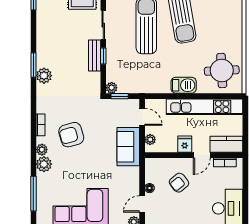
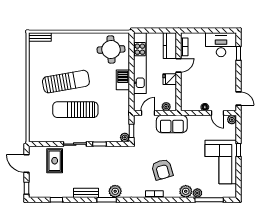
bench: (95, 55) -> (86, 193), moved
plant: (42, 150) -> (197, 193), moved
door: (202, 155) -> (179, 65), hinge flipped
armchair: (179, 183) -> (200, 84), removed

